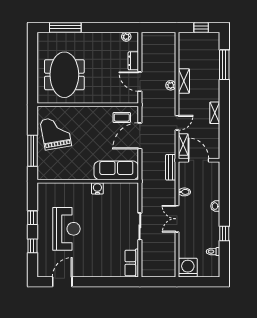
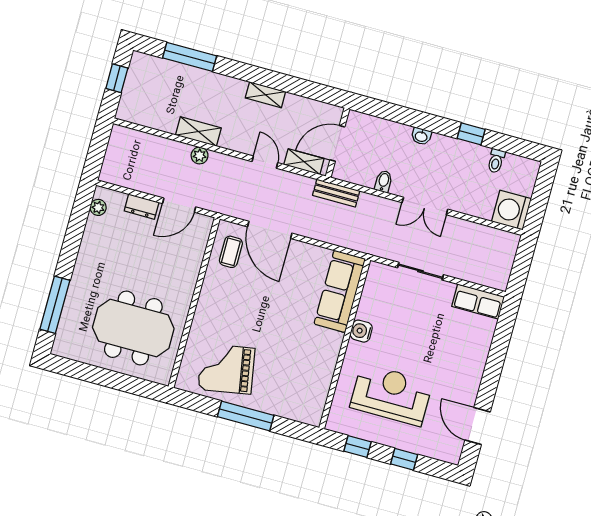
sofa: (116, 170) -> (340, 291), moved
wall: (88, 181) -> (345, 344), moved
water cooler: (97, 188) -> (361, 331), moved

